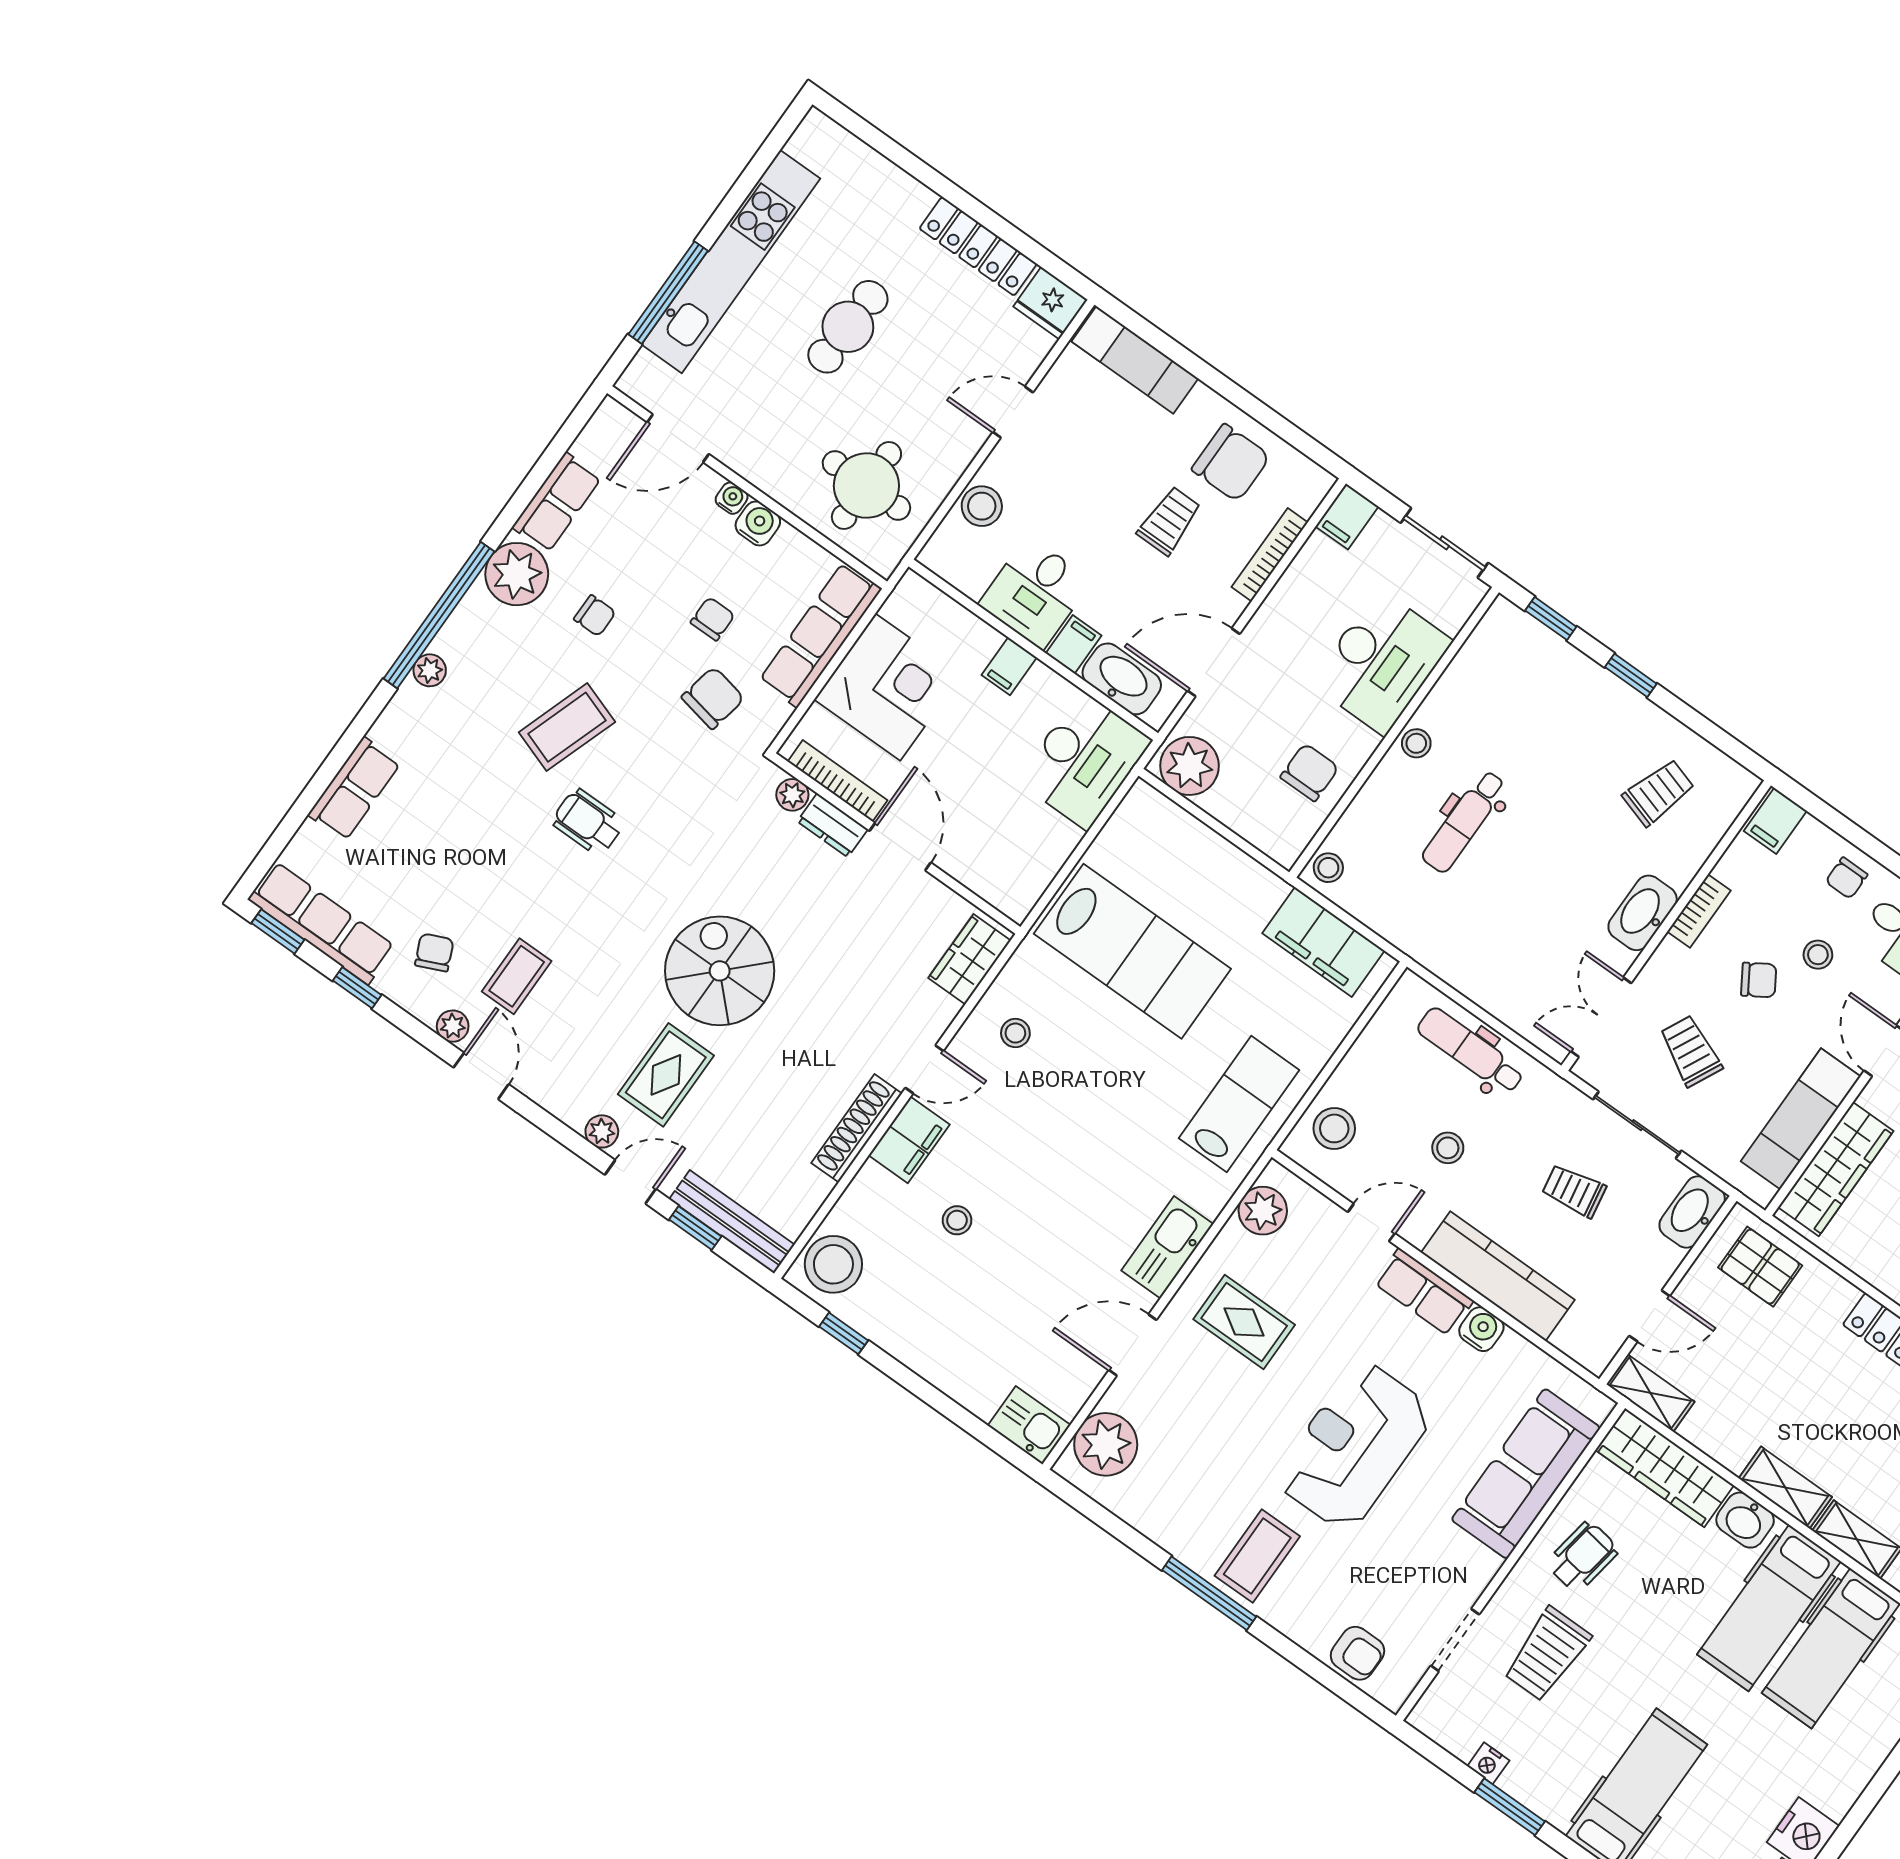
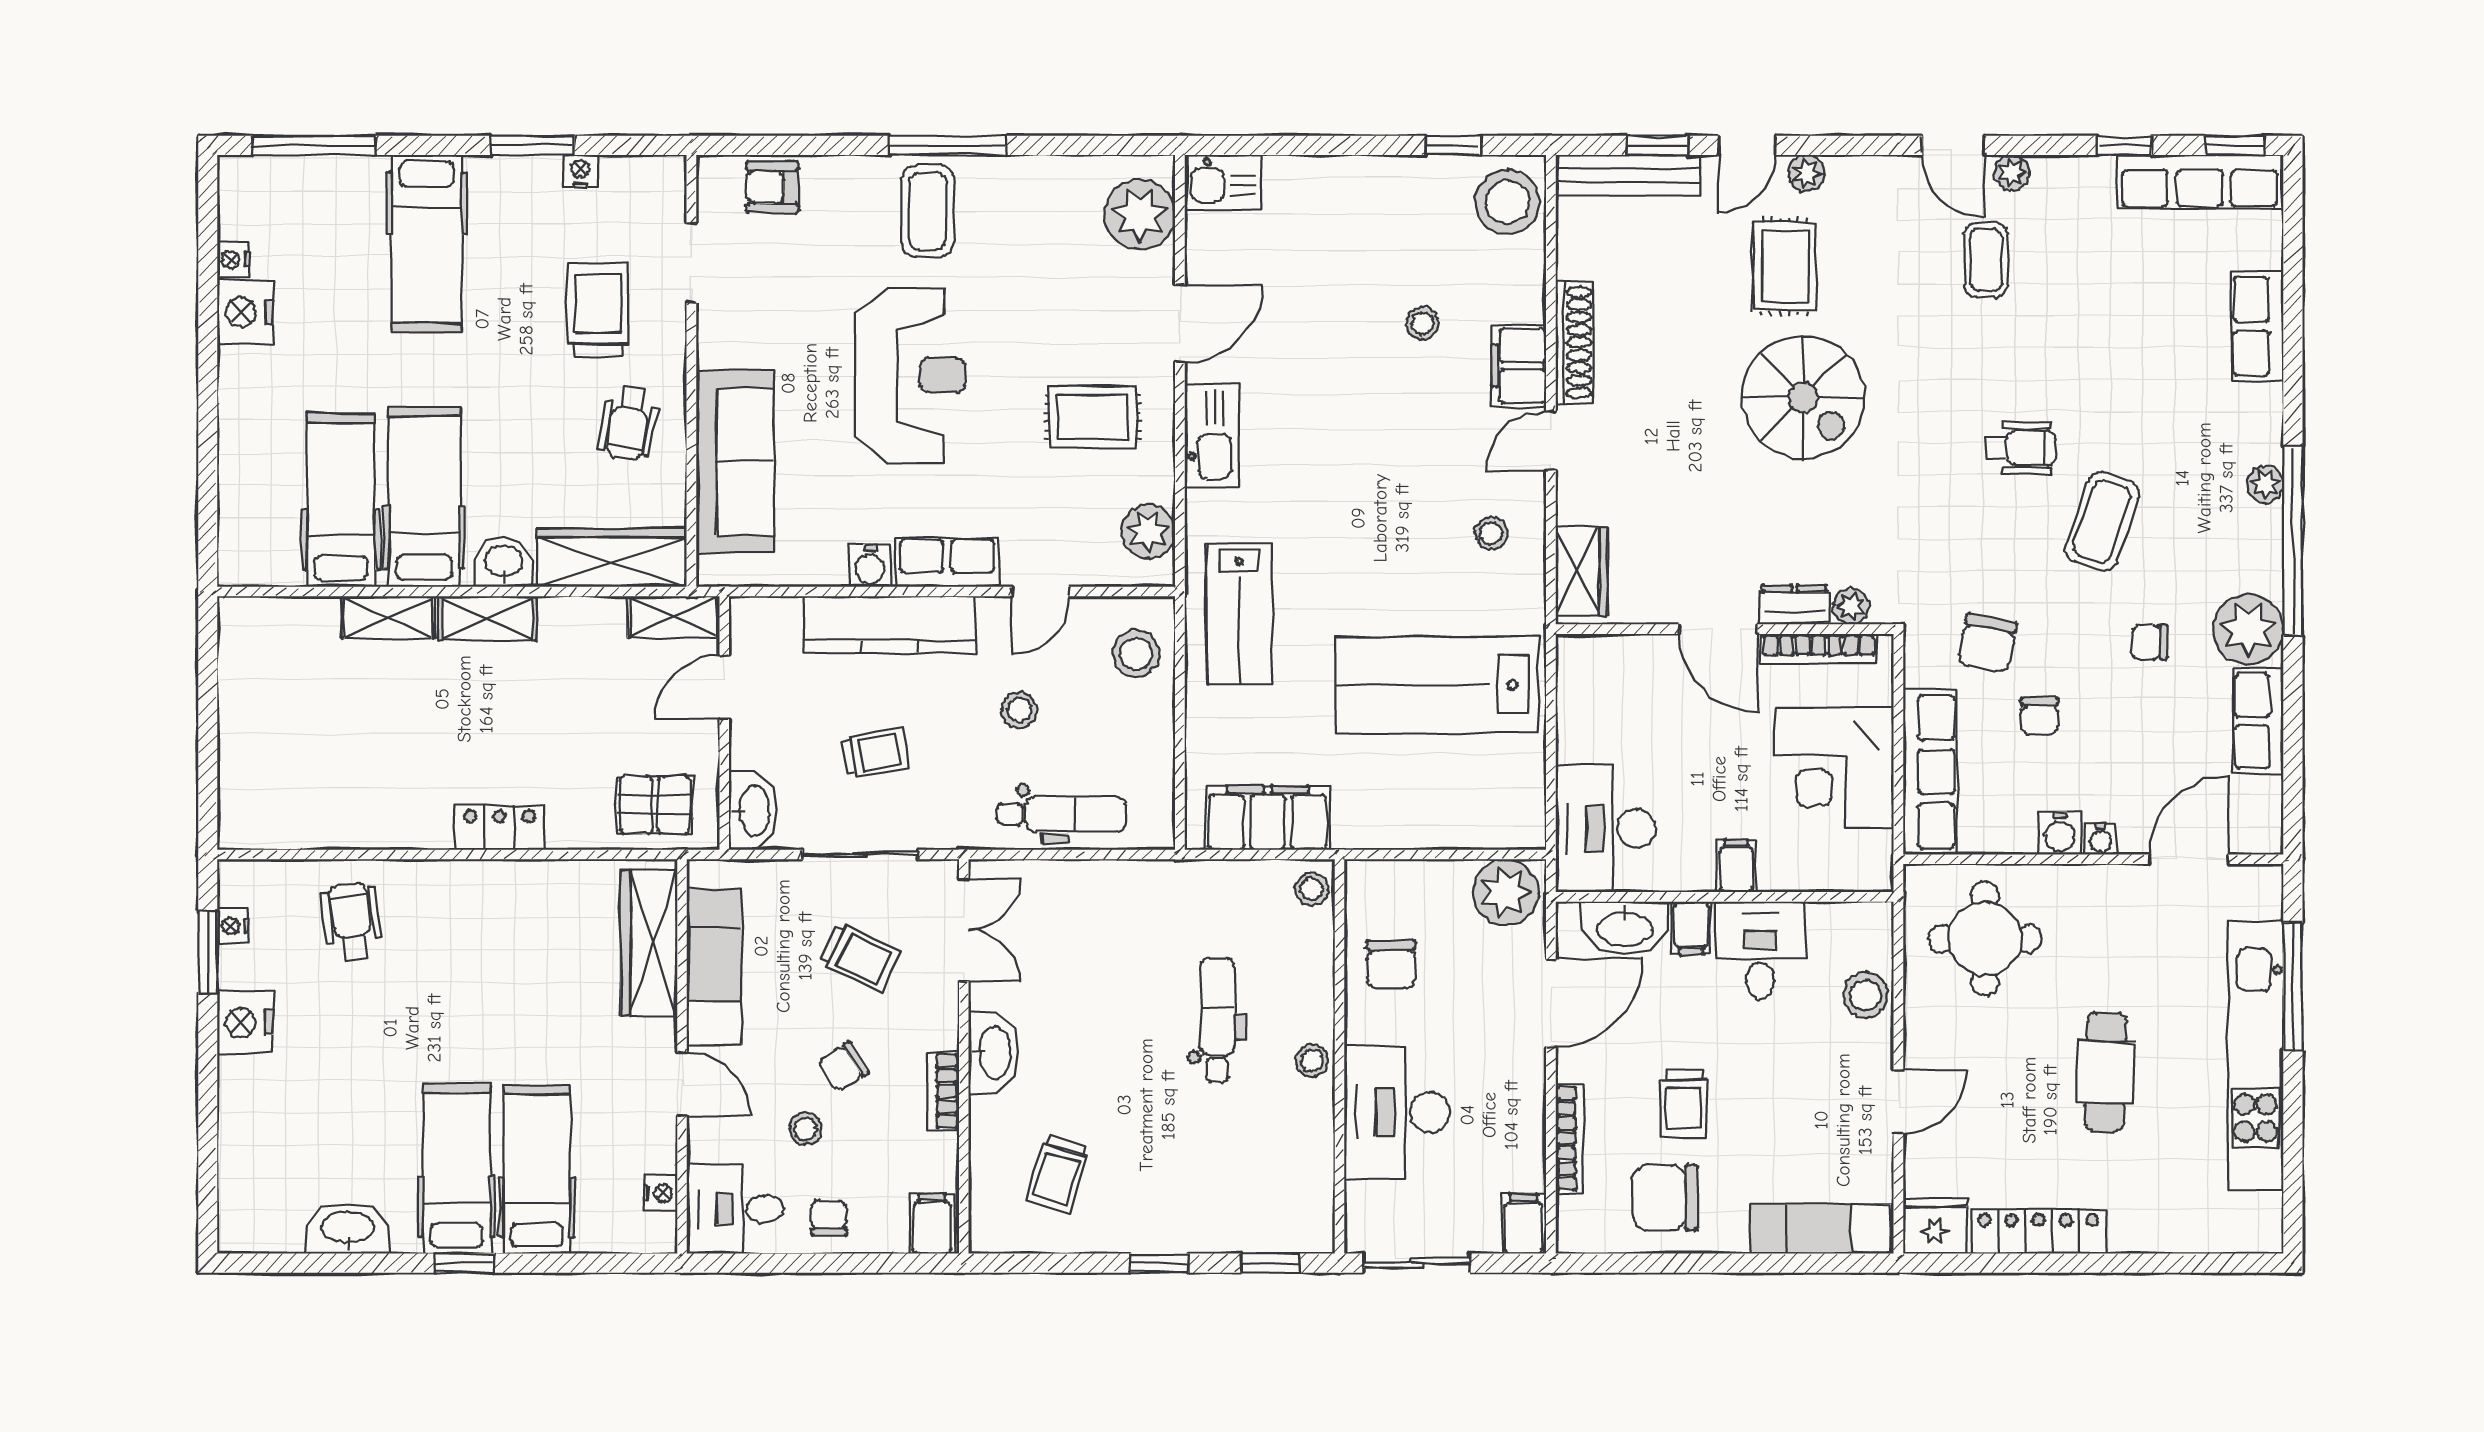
chair: (434, 952) -> (2077, 228), removed

